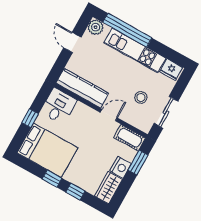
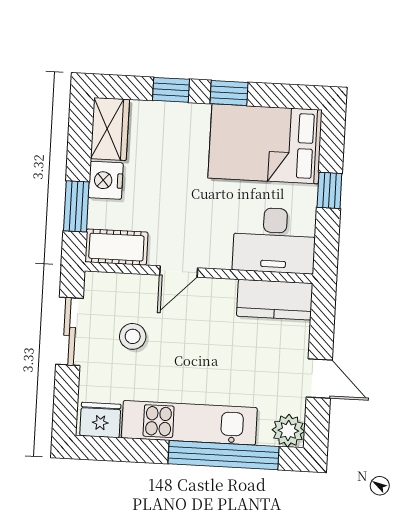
kitchen counter: (82, 88) -> (275, 300), width x0.67
desk: (59, 106) -> (274, 240), width x1.37

